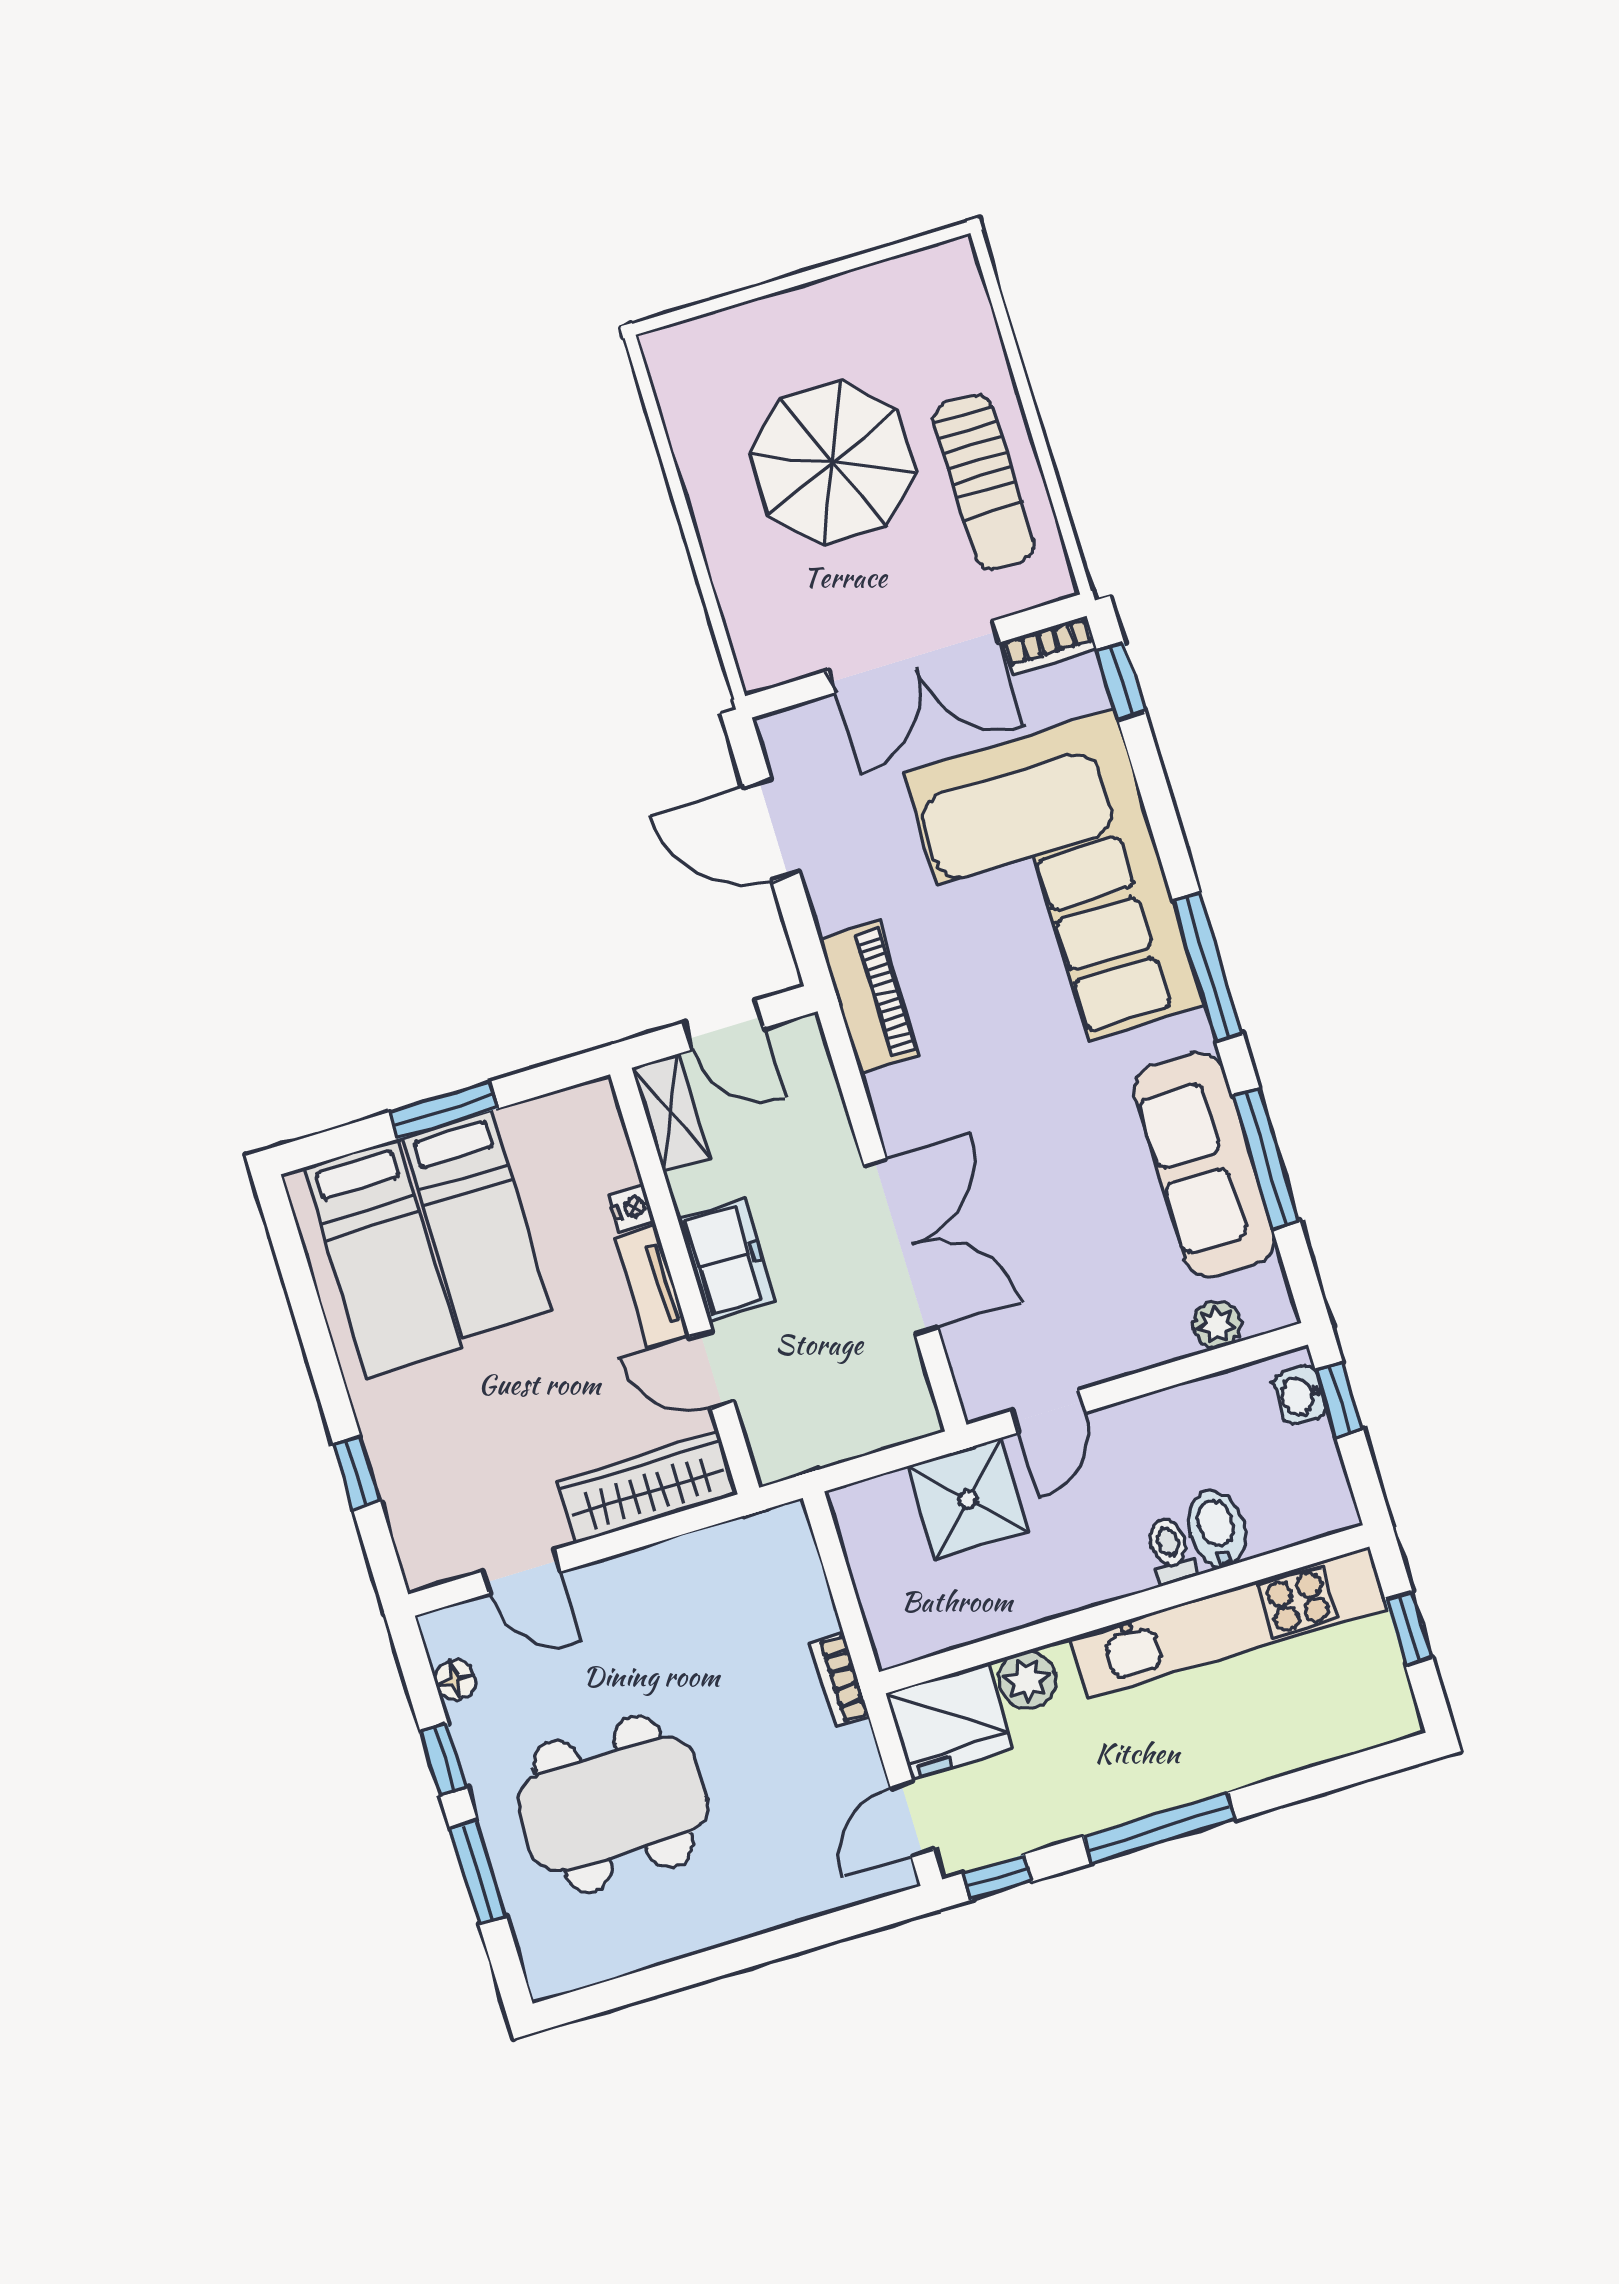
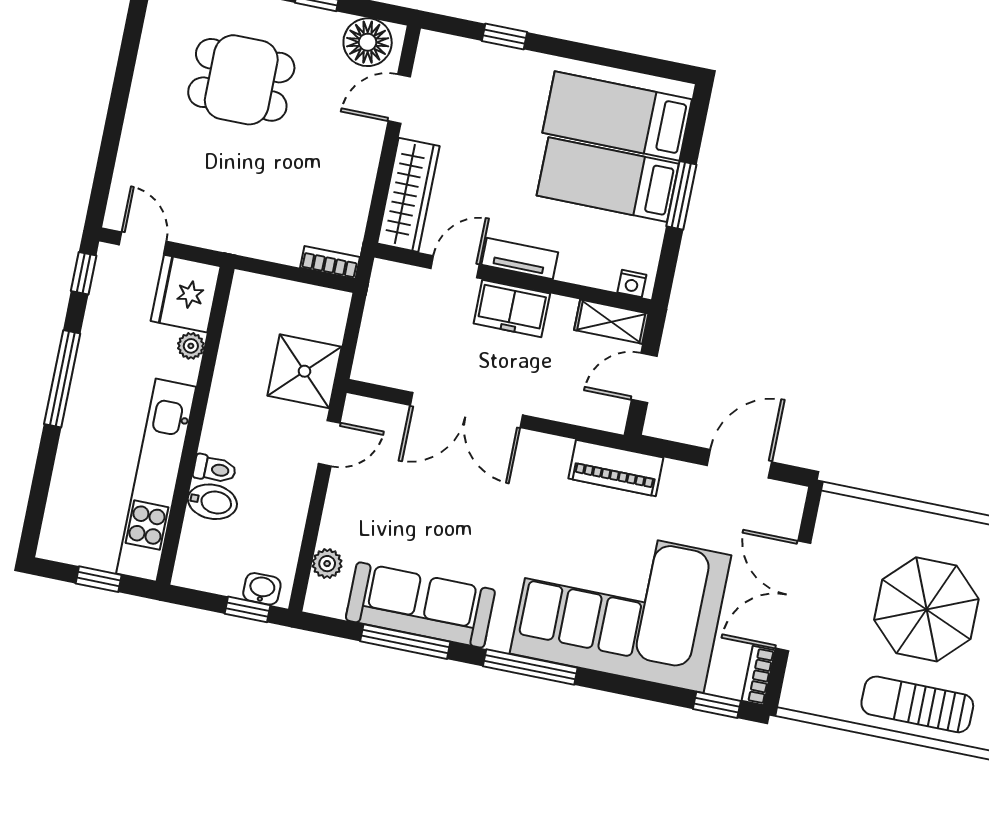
sun lounger: (984, 482) -> (917, 704), moved
nightstand: (632, 1208) -> (632, 284), moved
door: (1049, 1411) -> (329, 443), swing flipped
floor lamp: (455, 1680) -> (368, 42), width x1.89, depth x1.89
bookcase: (840, 1680) -> (330, 262), moved
plant: (1028, 1680) -> (191, 346), width x0.73, depth x0.73
dining table: (613, 1804) -> (241, 80), width x0.73

